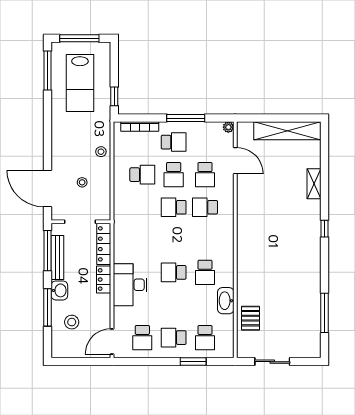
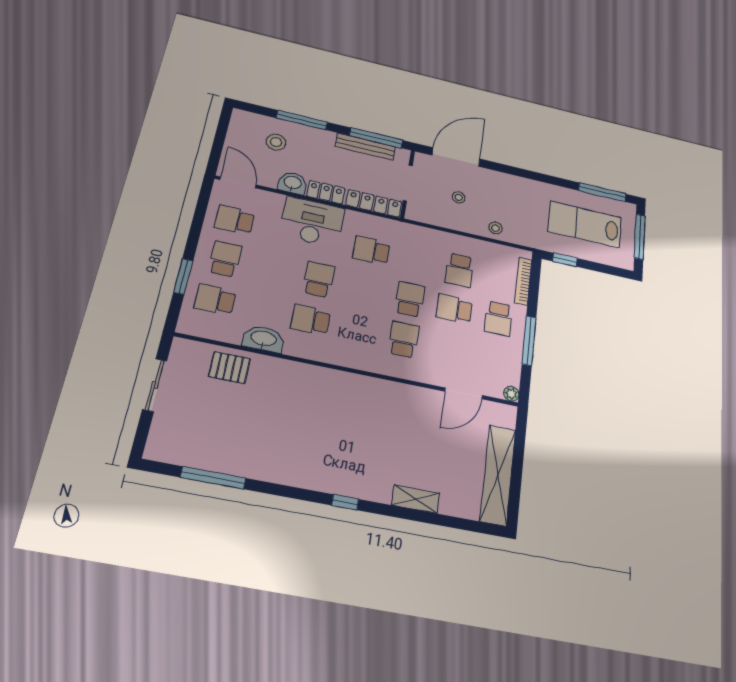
school desk: (205, 175) -> (371, 250), moved
washbasin: (59, 290) -> (293, 183), moved, turned 180

